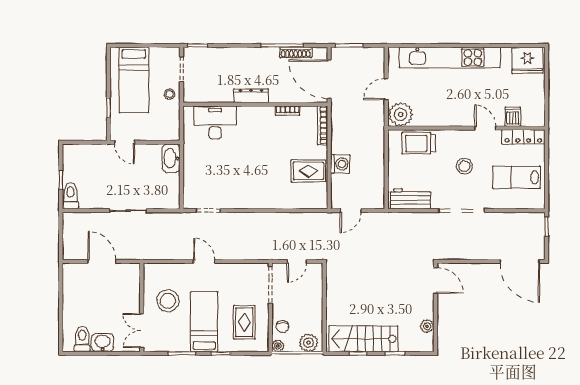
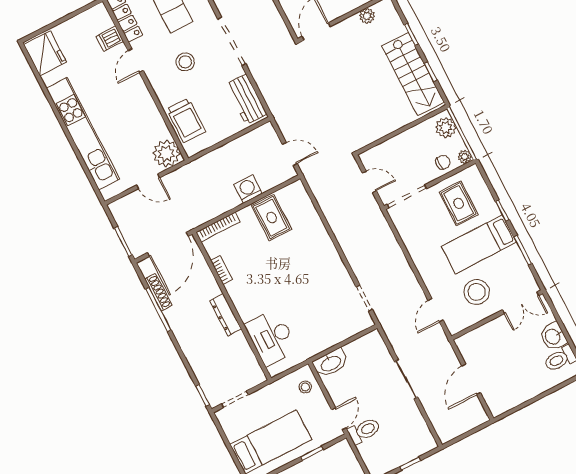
stool: (170, 94) -> (305, 387), moved
toilet: (71, 196) -> (364, 431), moved, turned 180
door: (204, 261) -> (436, 310), moved
rug: (244, 322) -> (459, 203), turned 90

